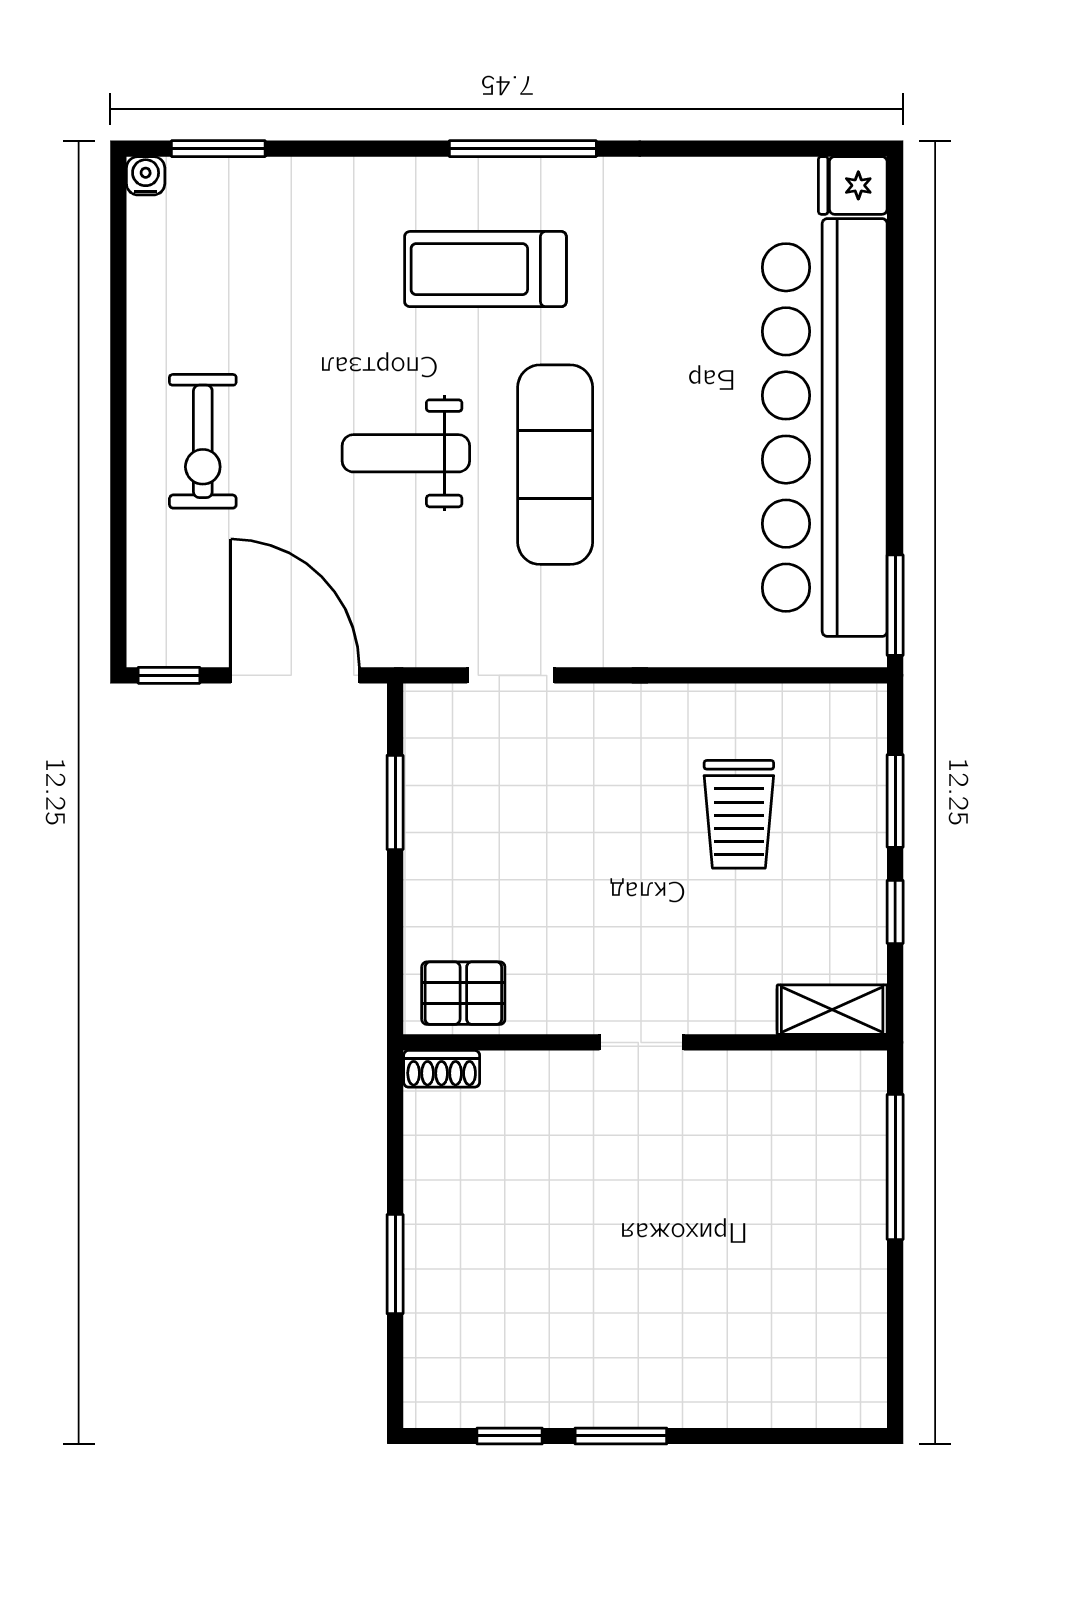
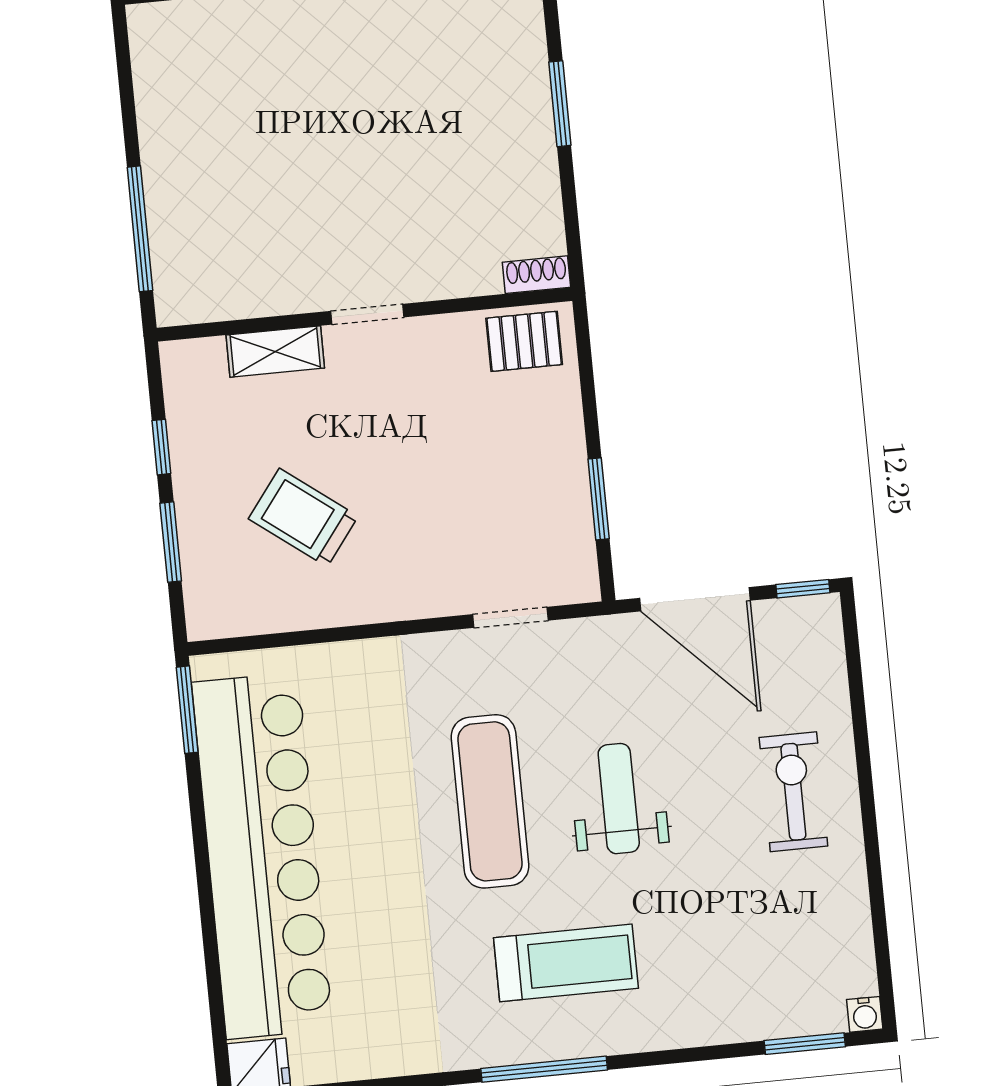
weight bench: (406, 453) -> (619, 799), turned -90
trolley: (739, 814) -> (303, 517), turned -53
shelving: (832, 1010) -> (275, 352), moved

